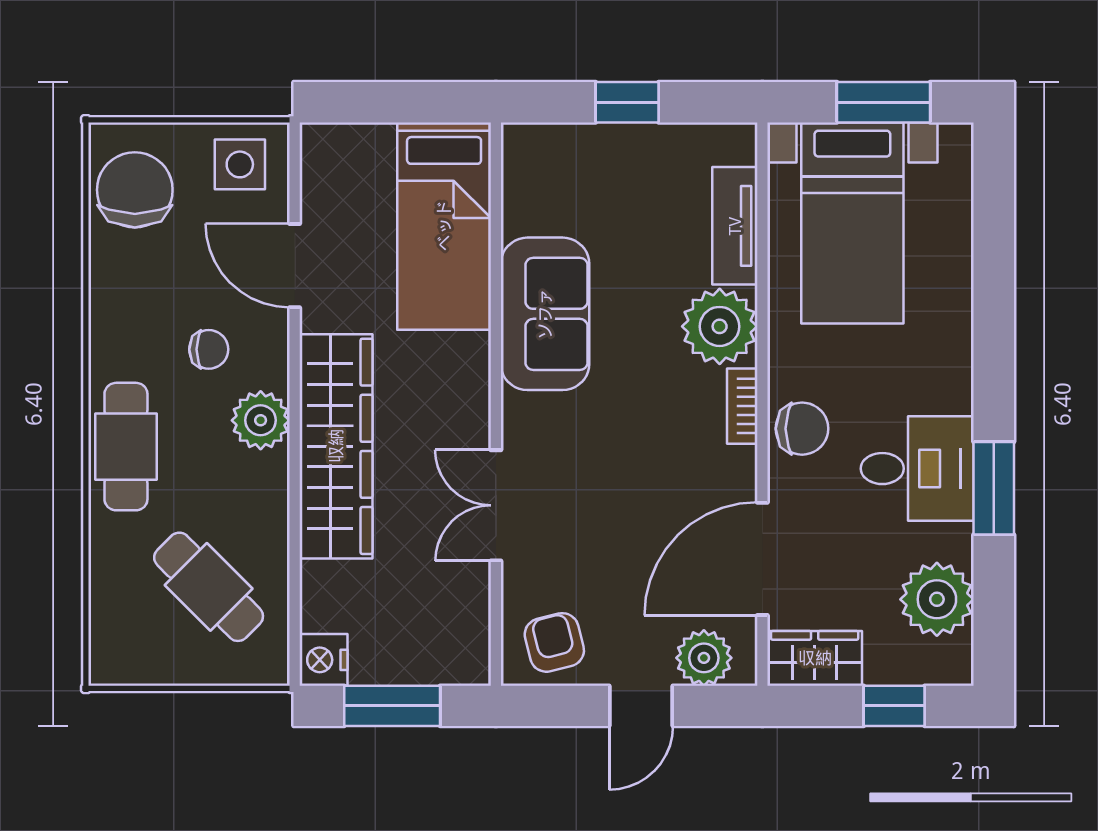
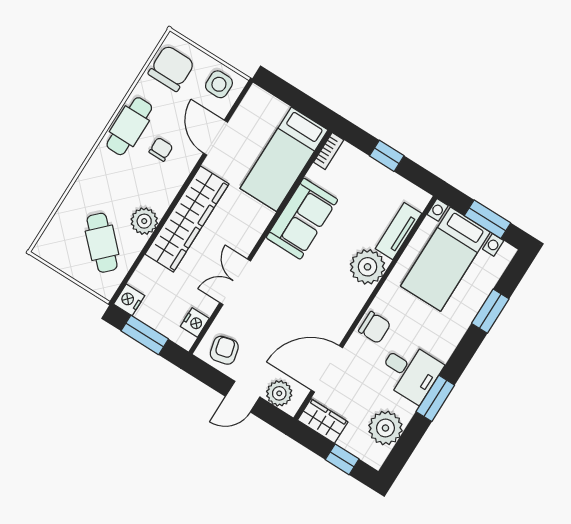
window: (994, 266) -> (490, 311), added
chair: (209, 349) -> (161, 149), turned -90
bookcase: (742, 406) -> (329, 151), moved, turned 180
plant: (261, 420) -> (144, 221), moved
cafe table: (126, 447) -> (129, 126), moved
nightstand: (469, 626) -> (195, 322), added

